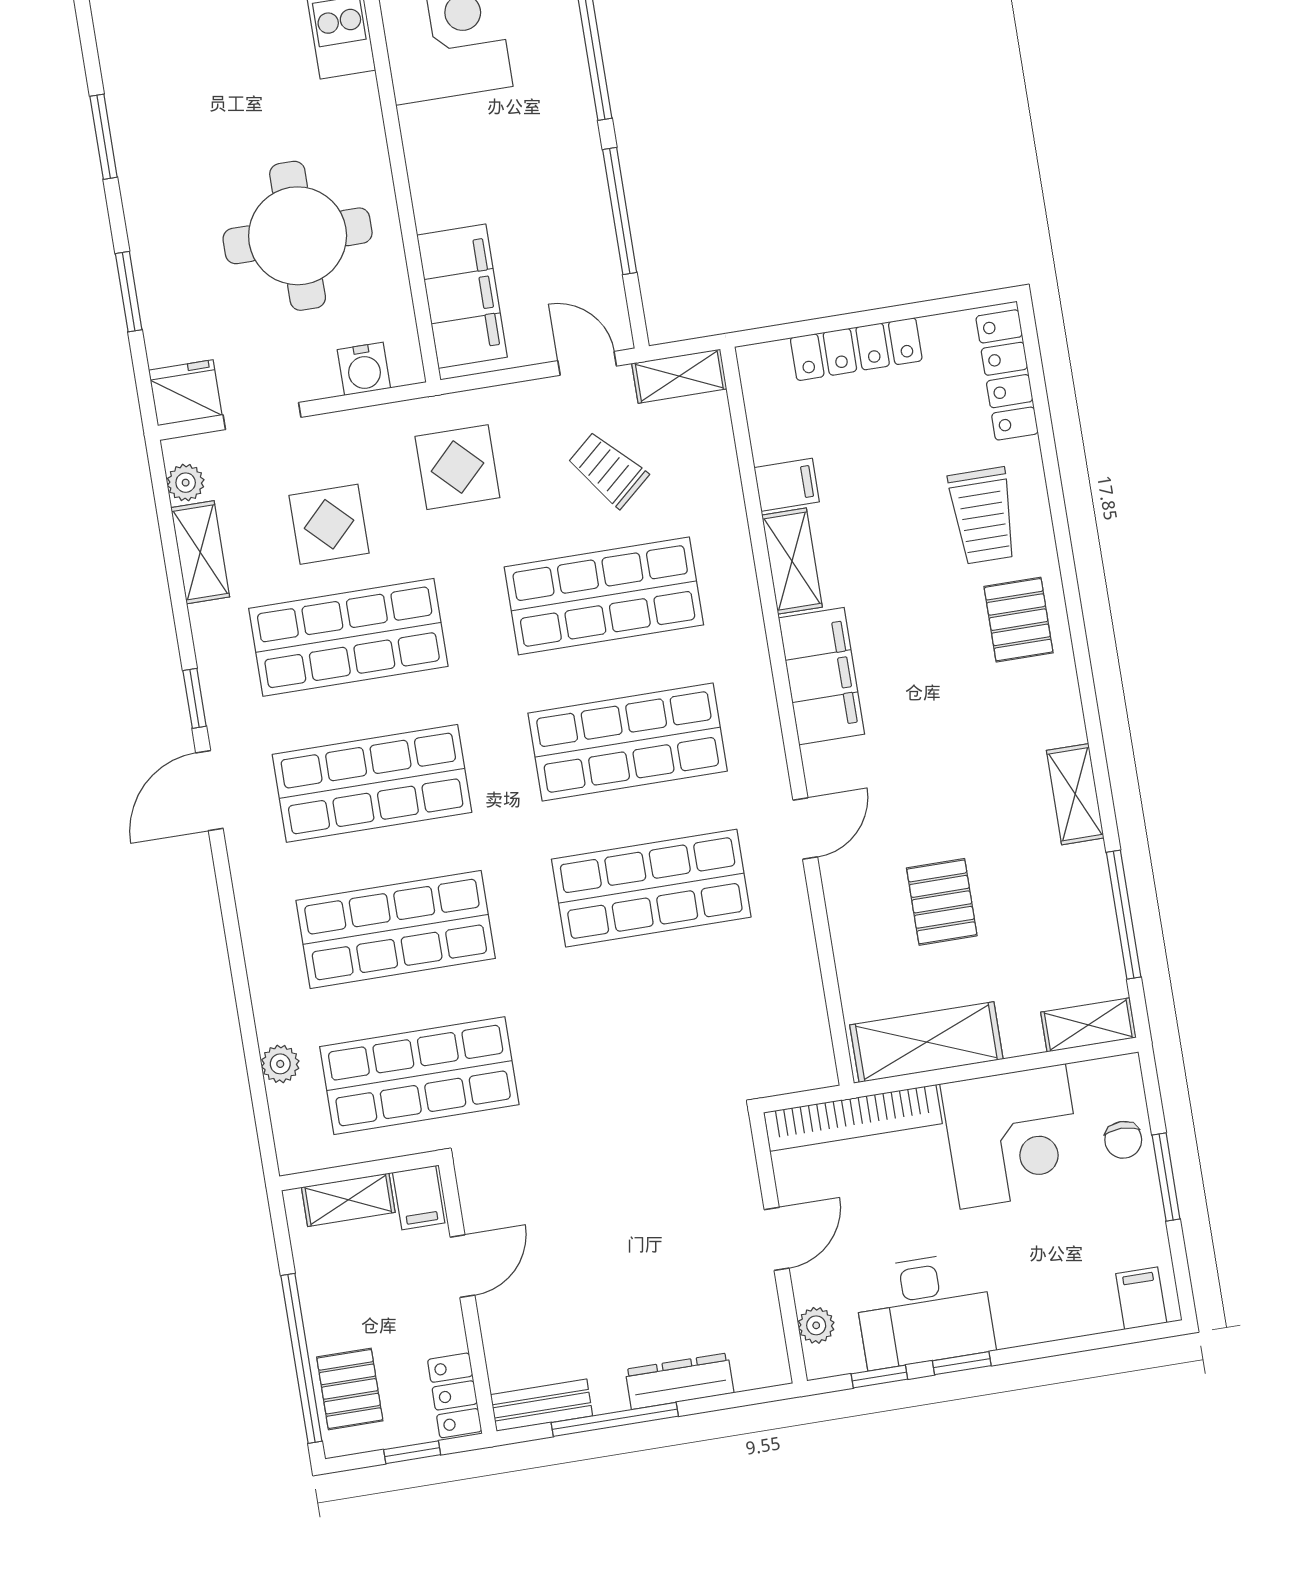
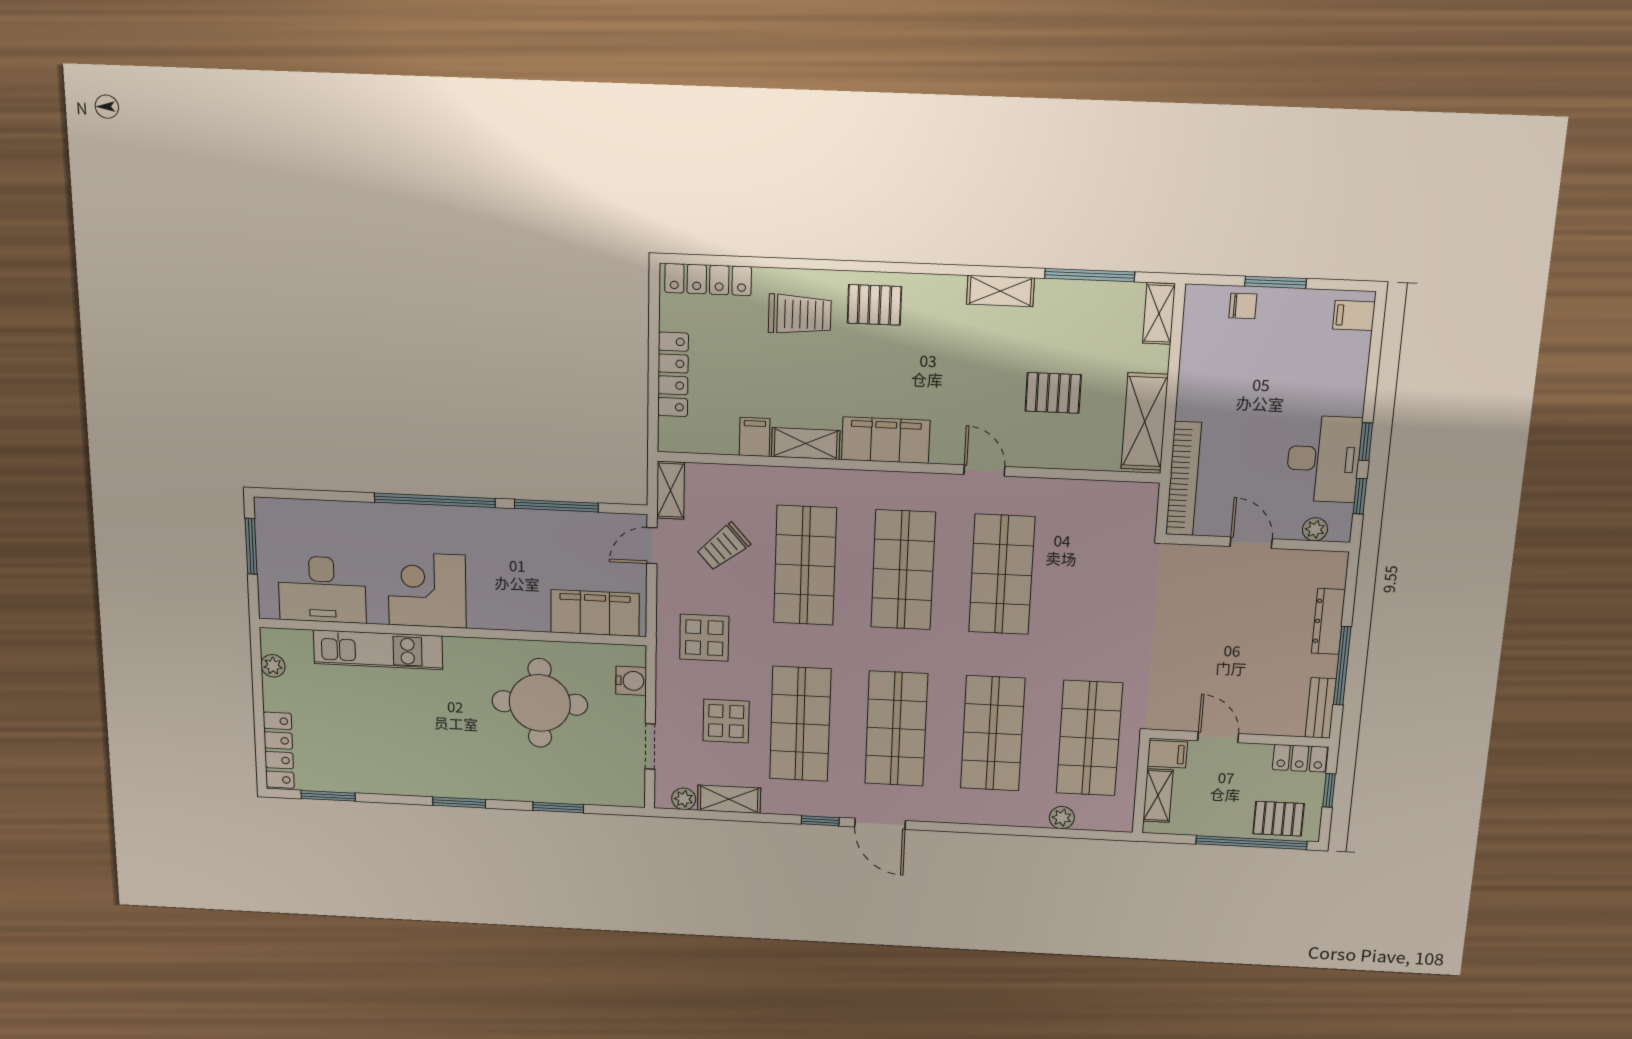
fridge: (185, 393) -> (627, 788), removed
corner desk: (1013, 1136) -> (1222, 378), removed

